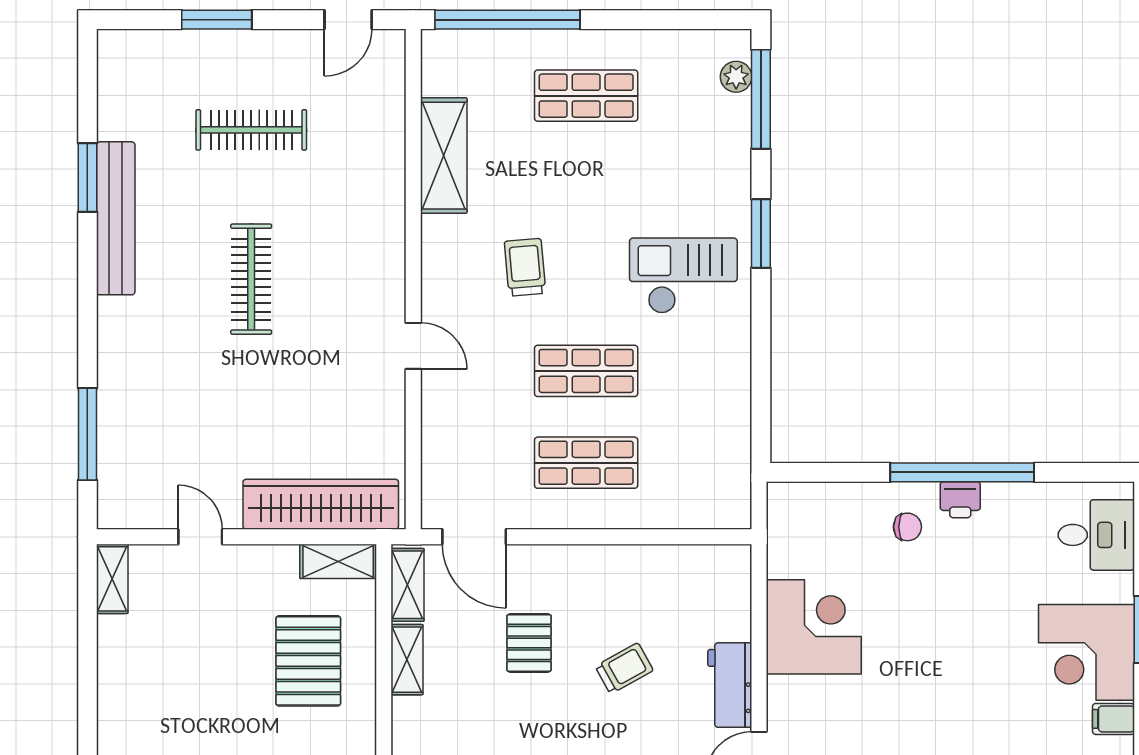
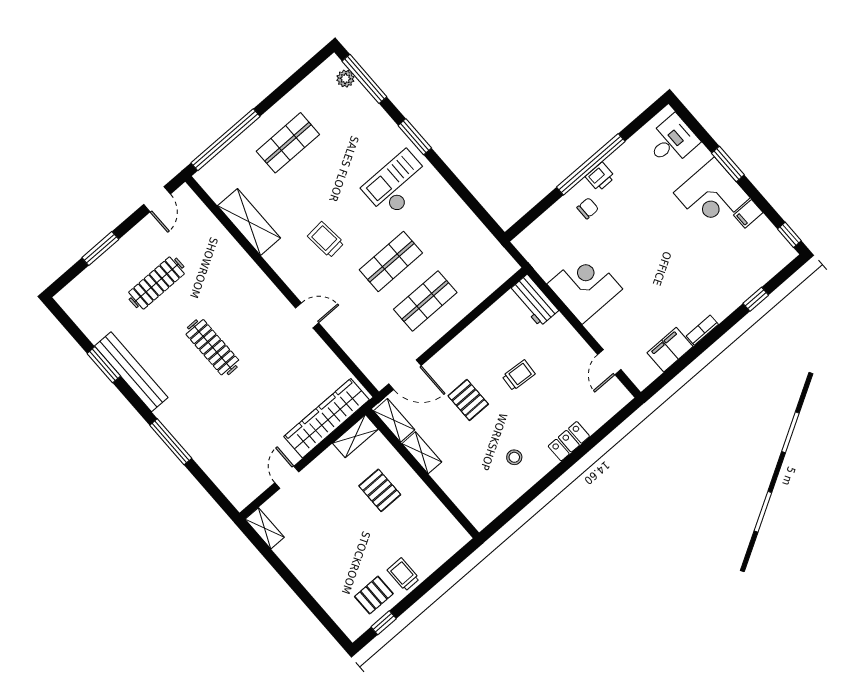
window: (87, 434) -> (171, 442), moved
door: (200, 537) -> (287, 477), hinge flipped
pallet: (308, 661) -> (380, 490), width x0.67, depth x0.71
trolley: (624, 668) -> (519, 375), turned 33
workbench: (730, 685) -> (534, 300), moved

